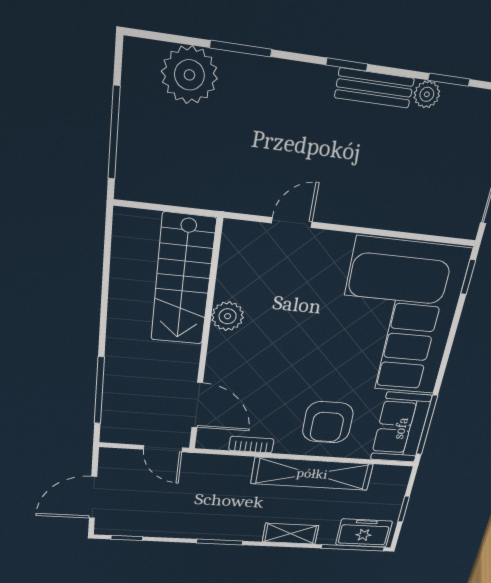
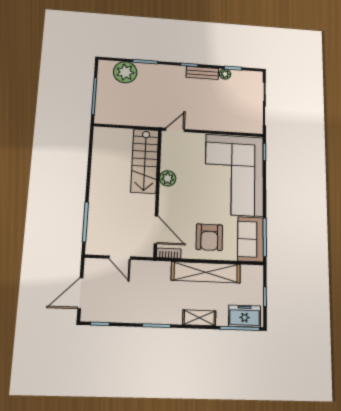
stairs: (183, 280) -> (145, 161), moved
plant: (228, 316) -> (168, 178), moved
wall: (205, 341) -> (158, 192), moved
door: (197, 405) -> (156, 230), moved

